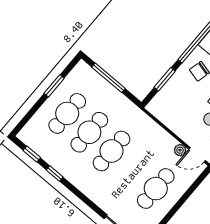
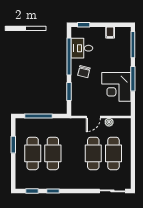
cafe table: (111, 151) -> (93, 153), moved
door: (197, 155) -> (93, 117), moved

